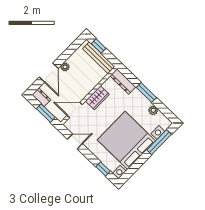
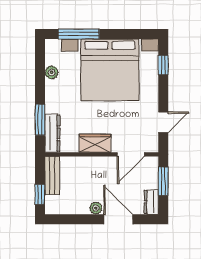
bench: (99, 58) -> (52, 175), width x0.73
door: (49, 73) -> (118, 219), hinge flipped
window: (146, 92) -> (40, 120), moved
door: (75, 110) -> (131, 154), hinge flipped
door: (75, 141) -> (163, 122), swing flipped

